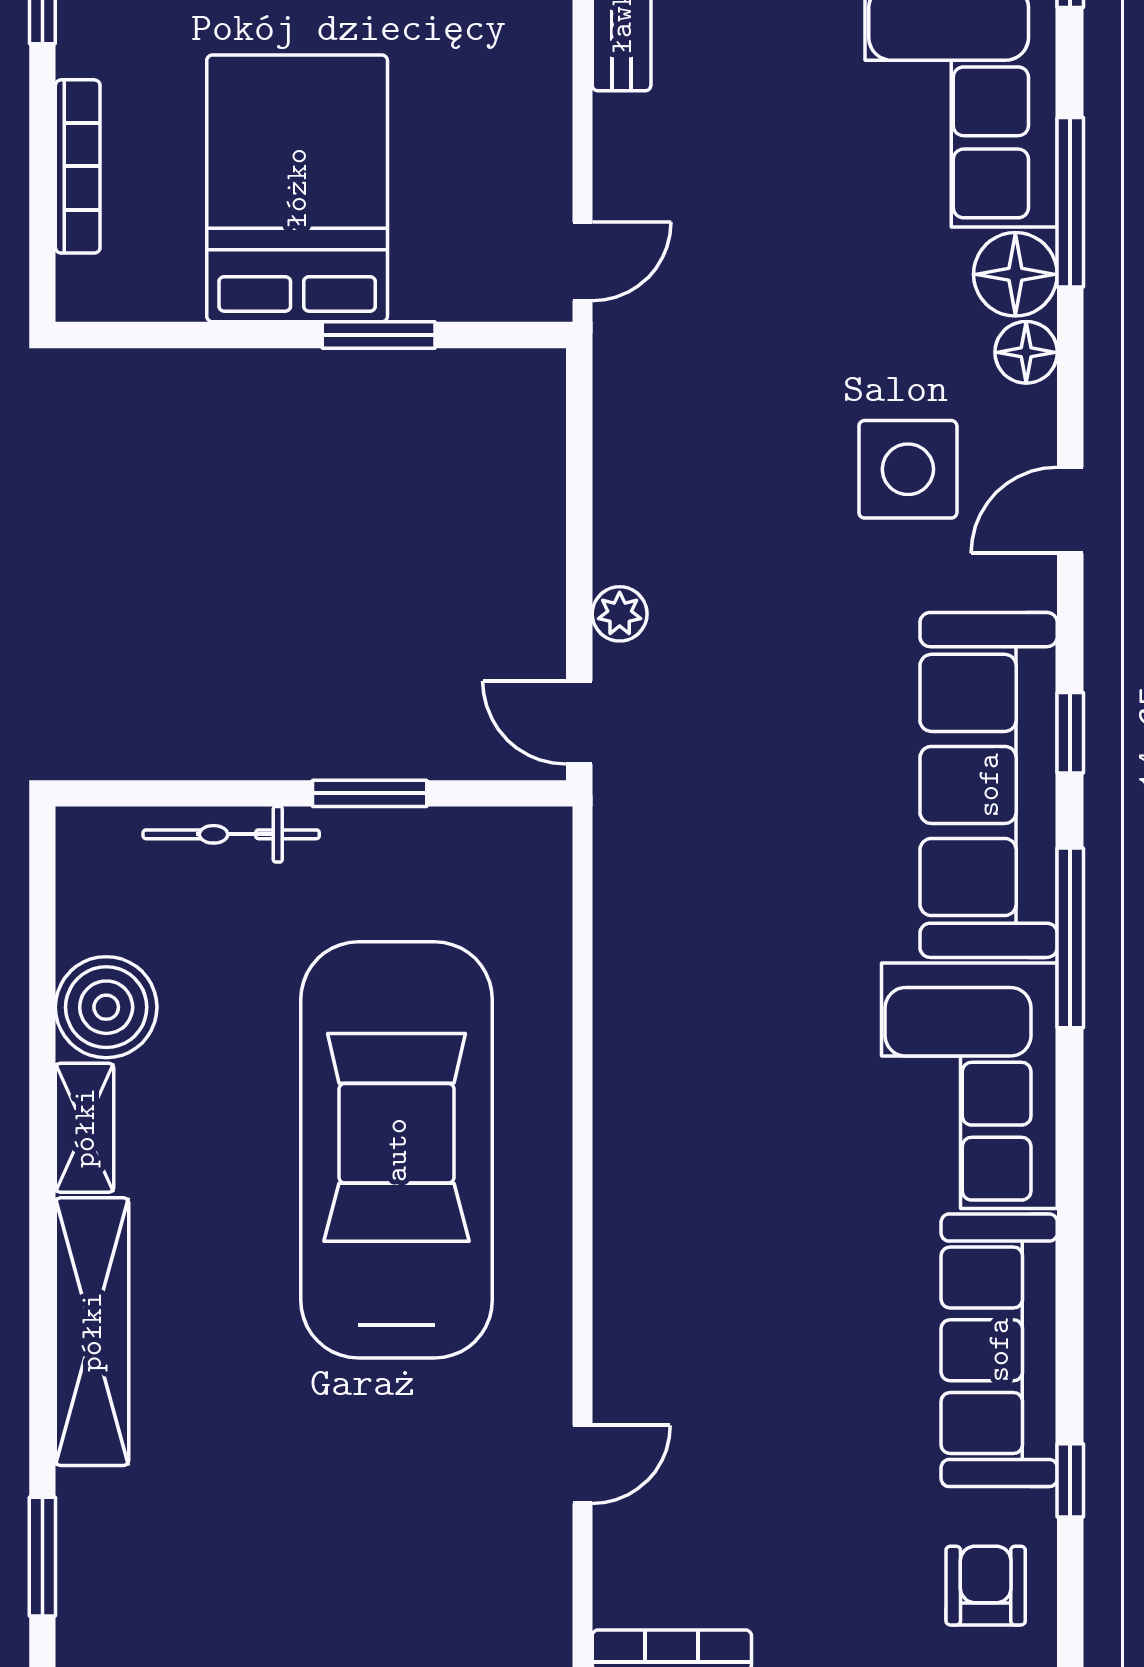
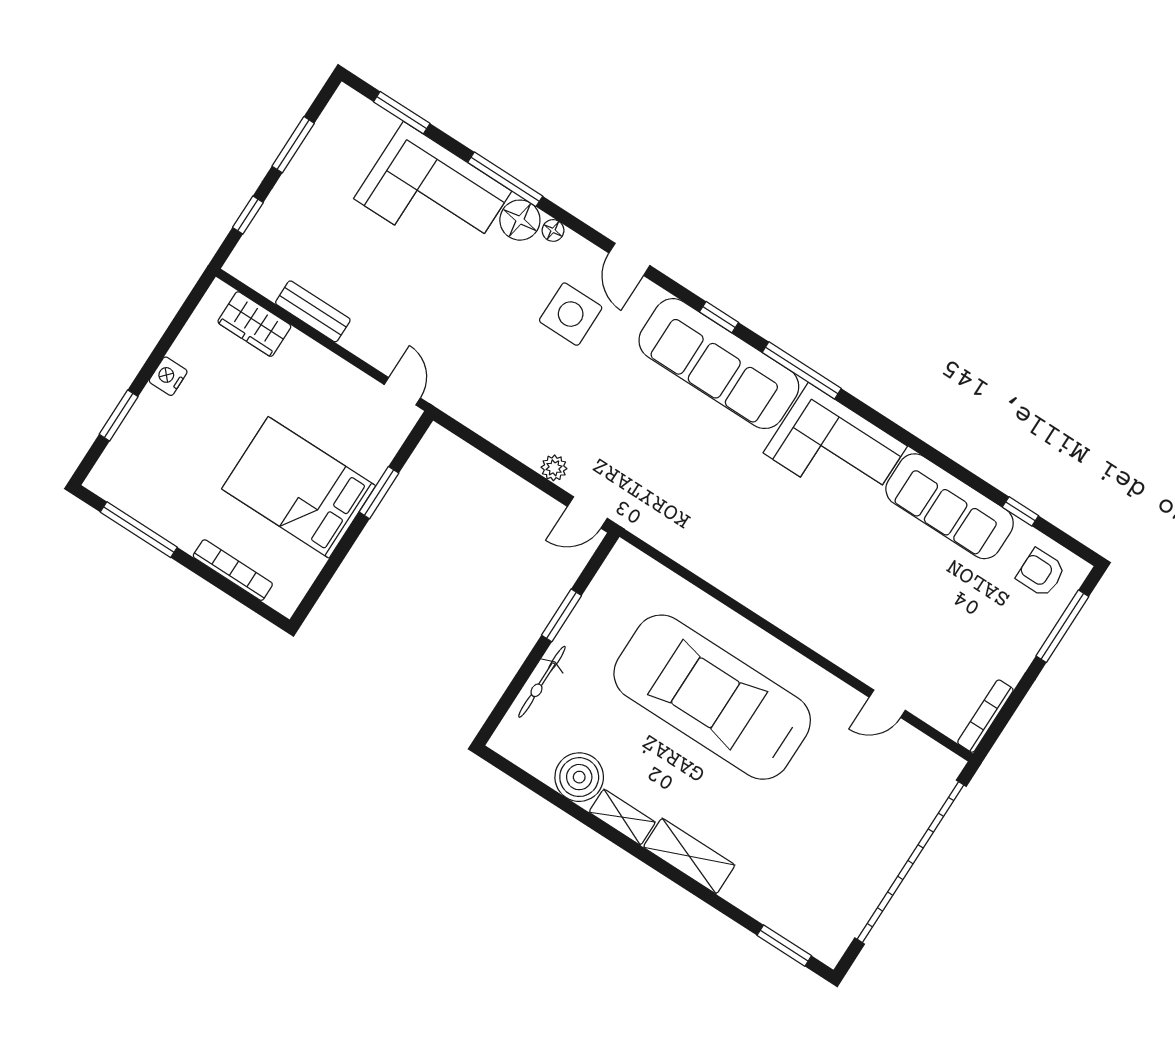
floor lamp: (1026, 352) -> (553, 230), width x0.73, depth x0.73
shelving: (92, 1332) -> (689, 856), width x0.68
door: (583, 1464) -> (887, 704), swing flipped

